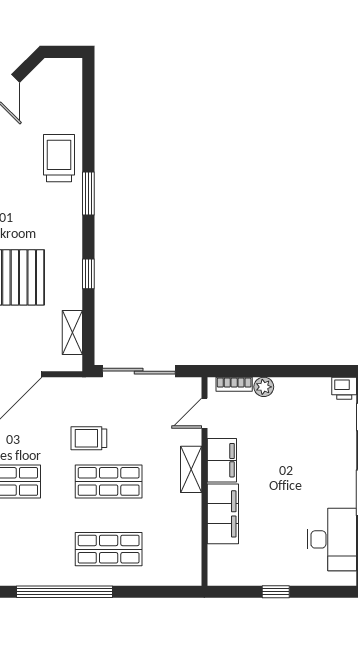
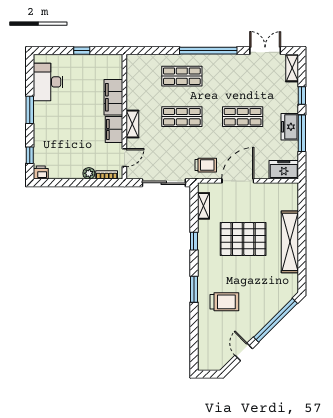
trolley: (59, 158) -> (224, 302), moved, turned -90
trolley: (89, 438) -> (206, 165), moved

